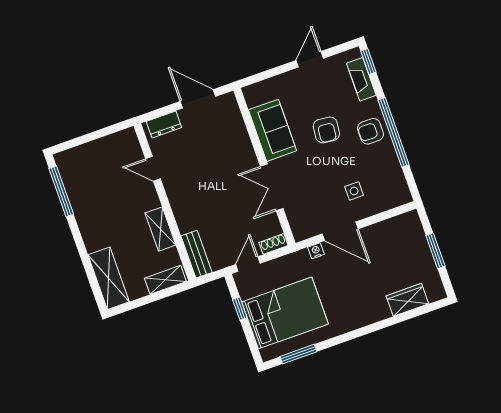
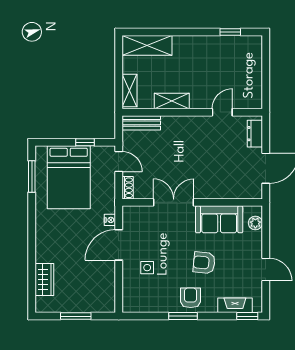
plant: (262, 89) -> (255, 223), added
window: (393, 132) -> (183, 316), width x0.47
window: (61, 191) -> (230, 32), width x0.46

